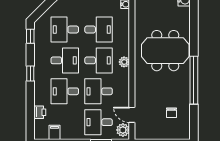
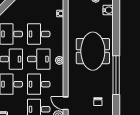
desk: (99, 30) -> (39, 34), turned 180
meeting table: (165, 51) -> (93, 51), turned 90

